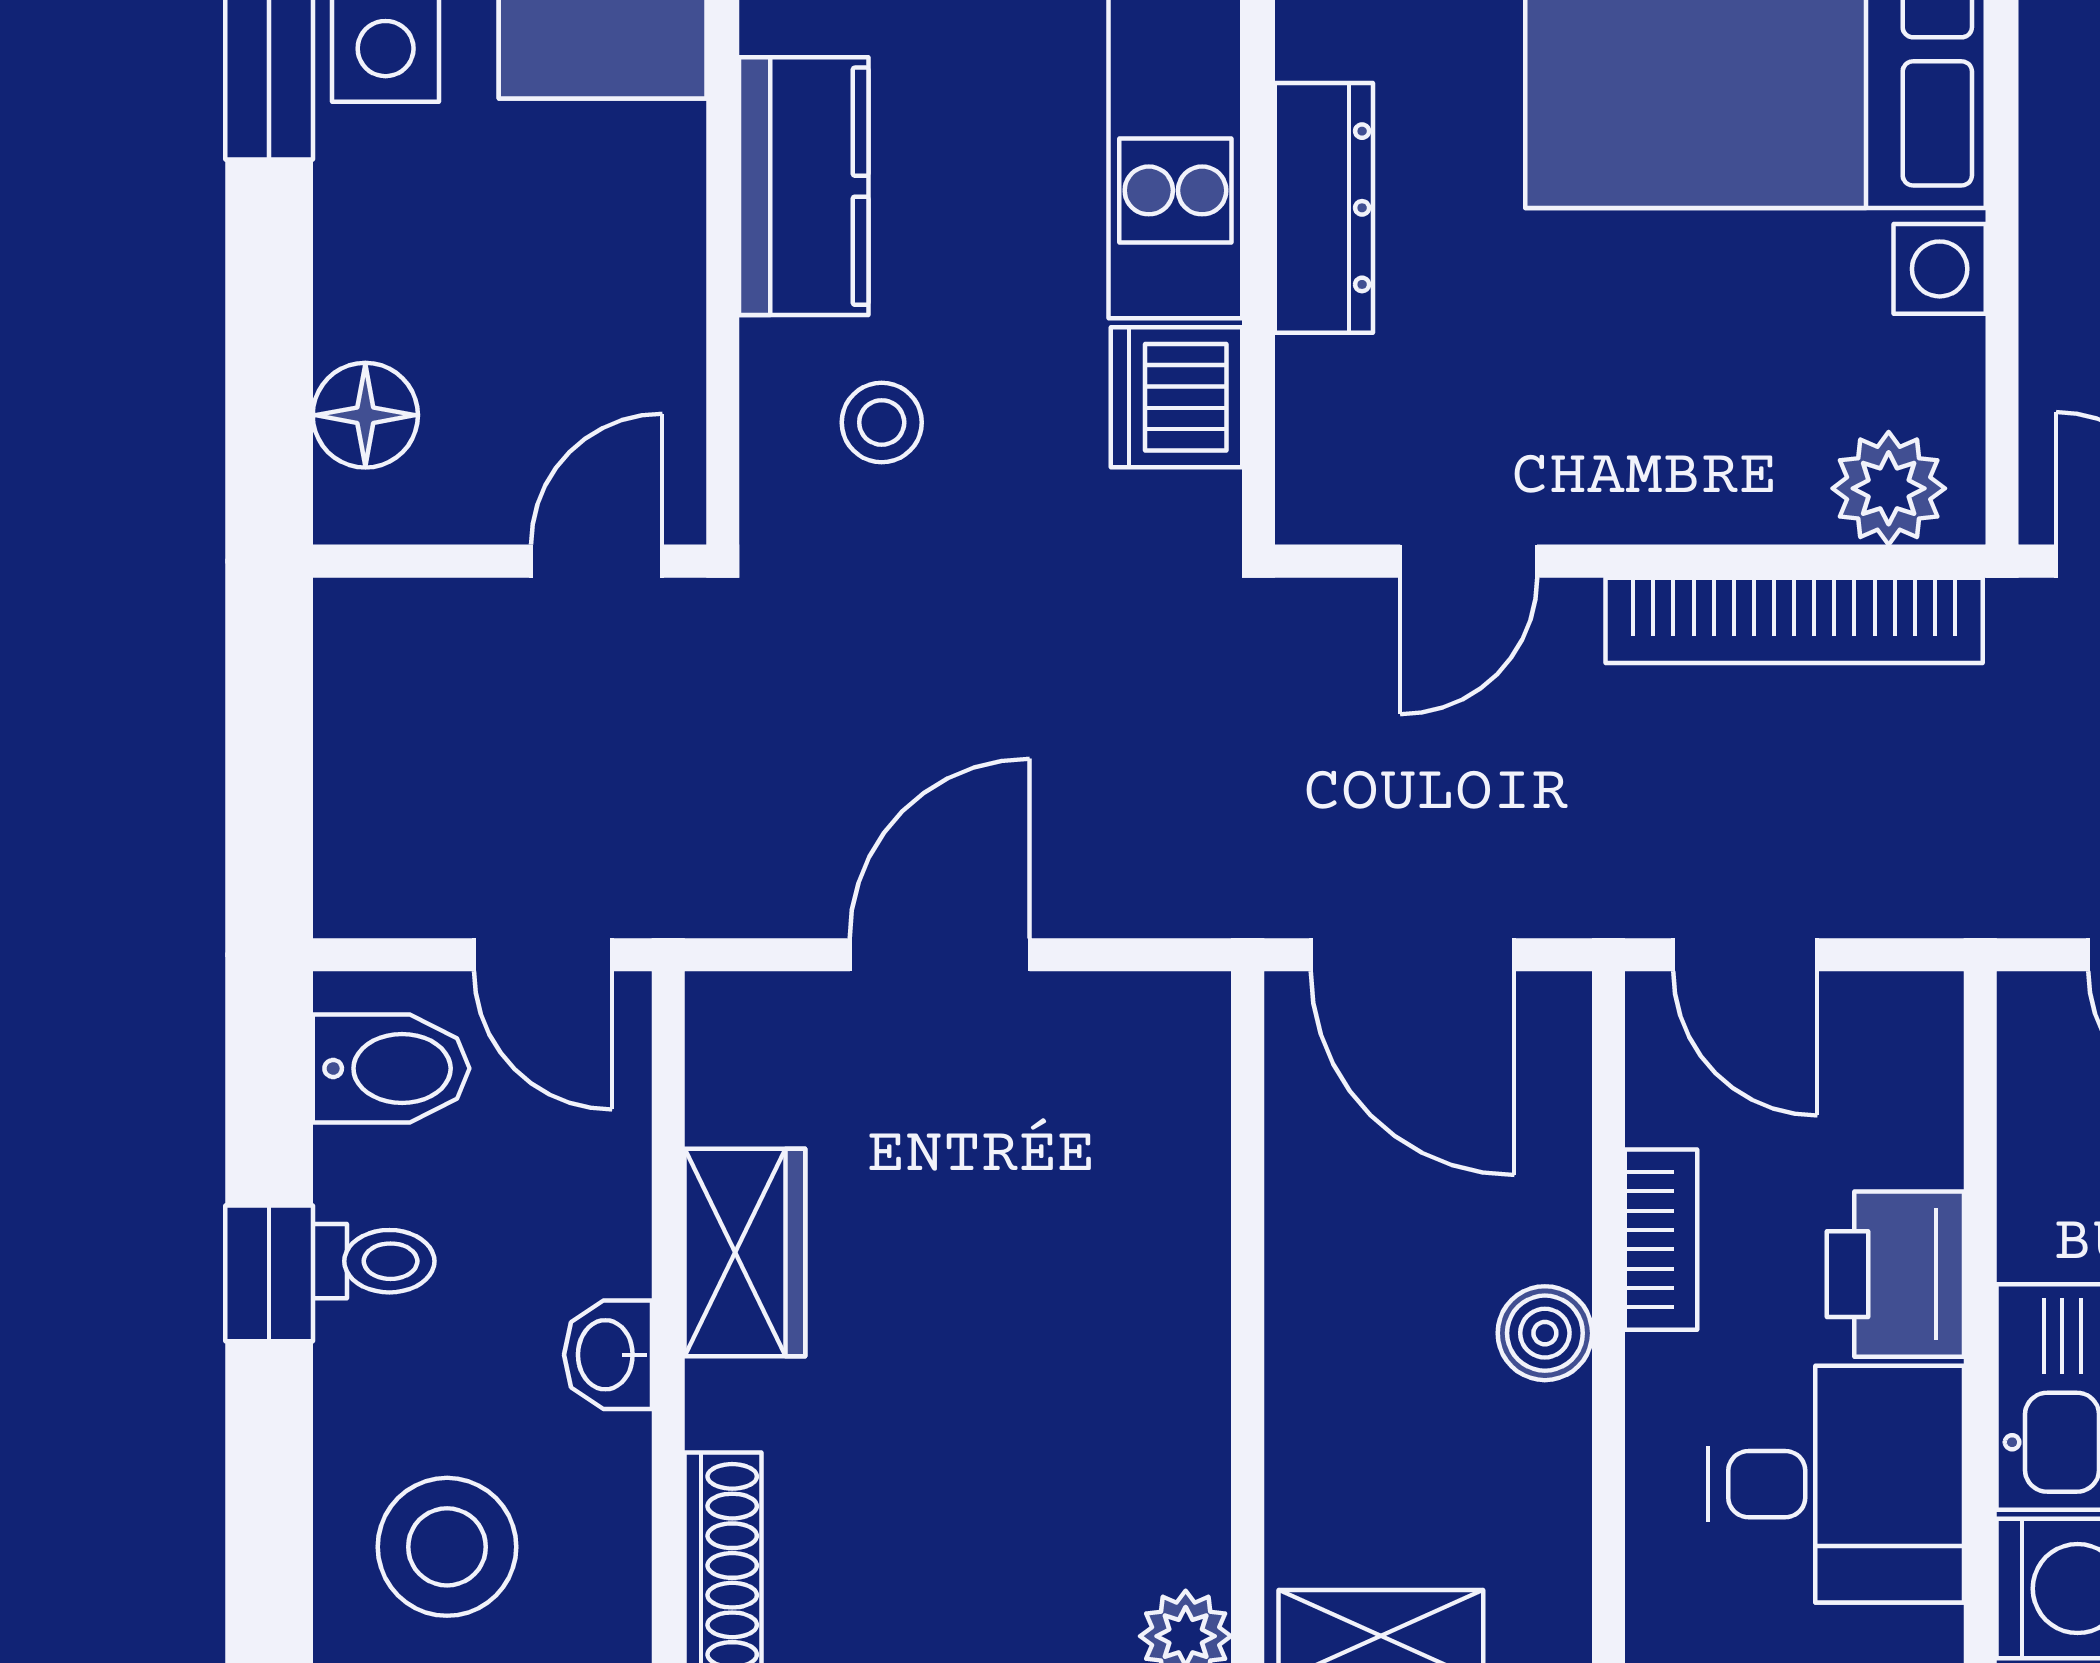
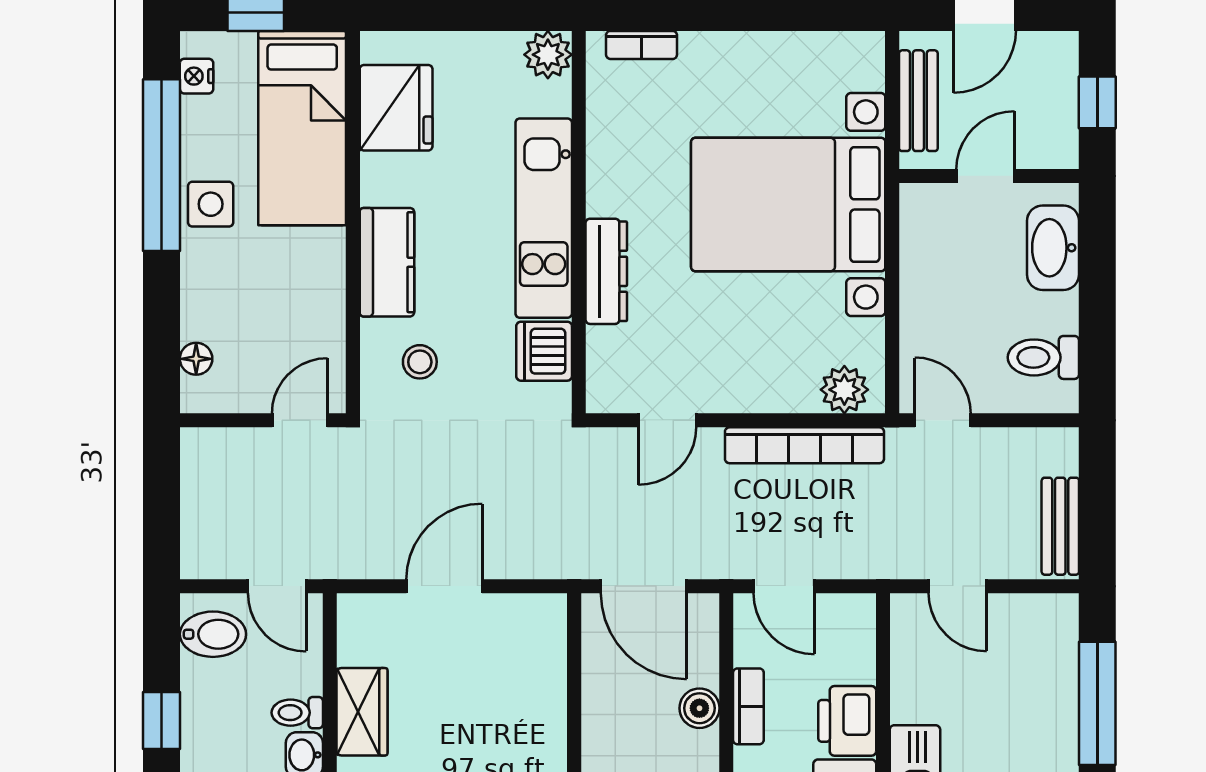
floor lamp: (365, 415) -> (196, 359), width x0.73, depth x0.73
toilet: (374, 1261) -> (297, 713), moved, turned 180
boiler: (1545, 1333) -> (699, 708), moved

